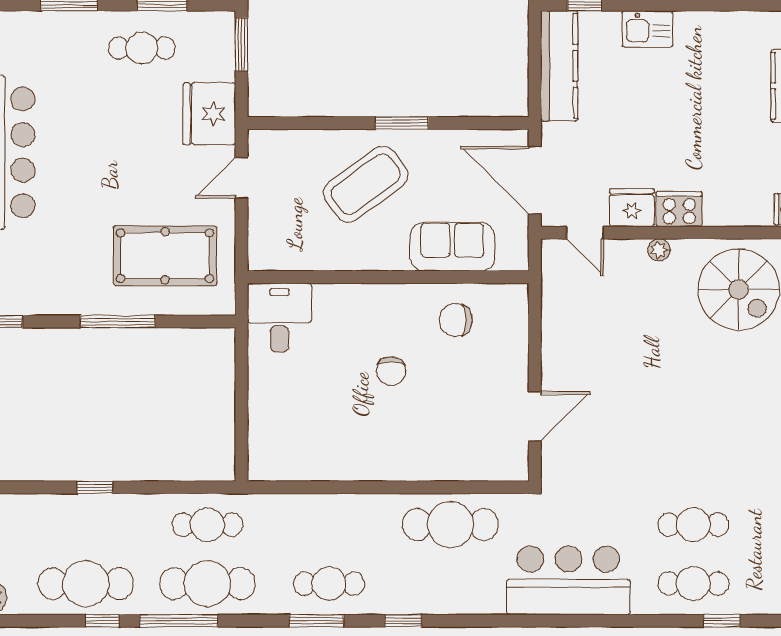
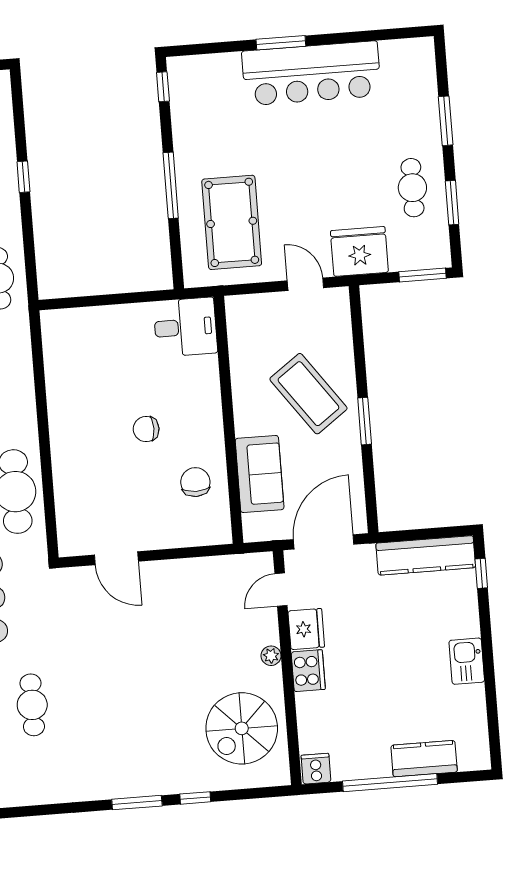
kitchen sink: (648, 29) -> (467, 661), moved

